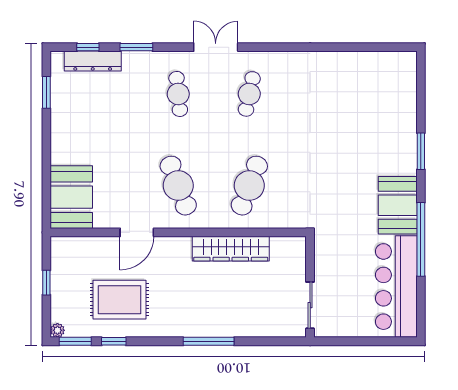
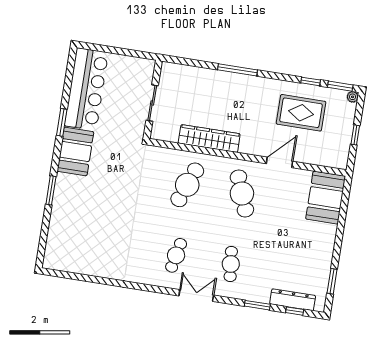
double door: (216, 47) -> (196, 296), swing flipped
window: (421, 239) -> (62, 122), width x0.47
sliding door: (310, 305) -> (152, 103), moved

